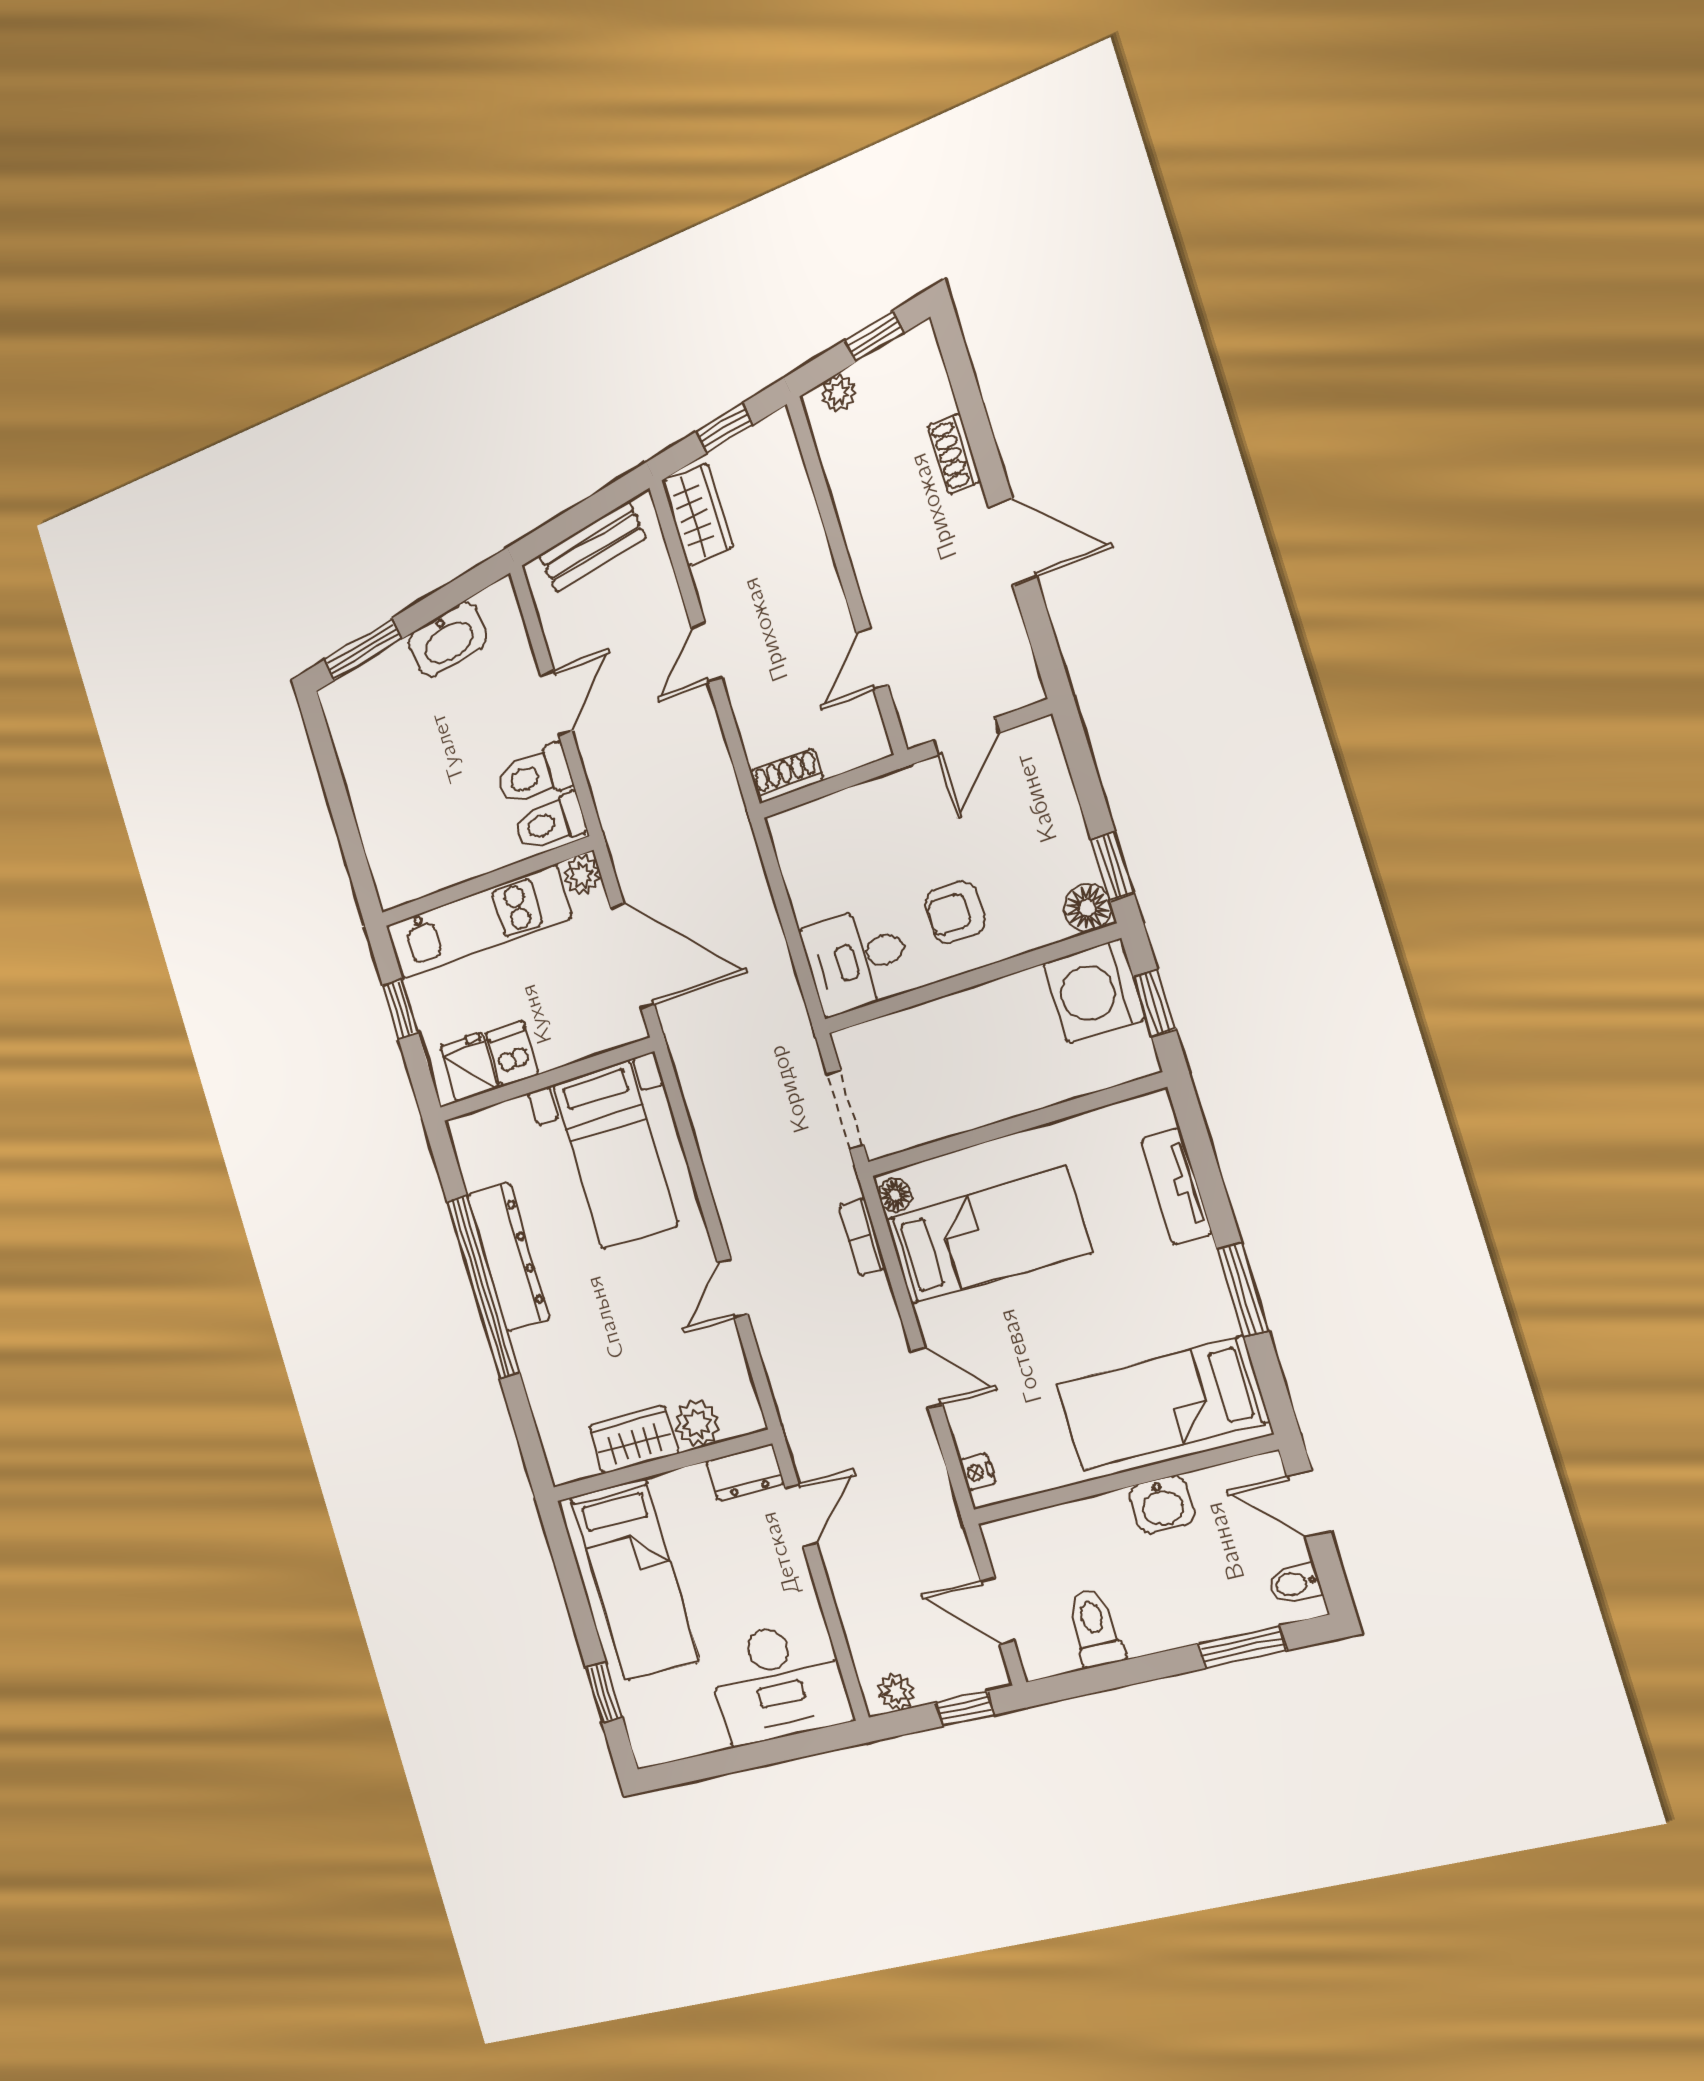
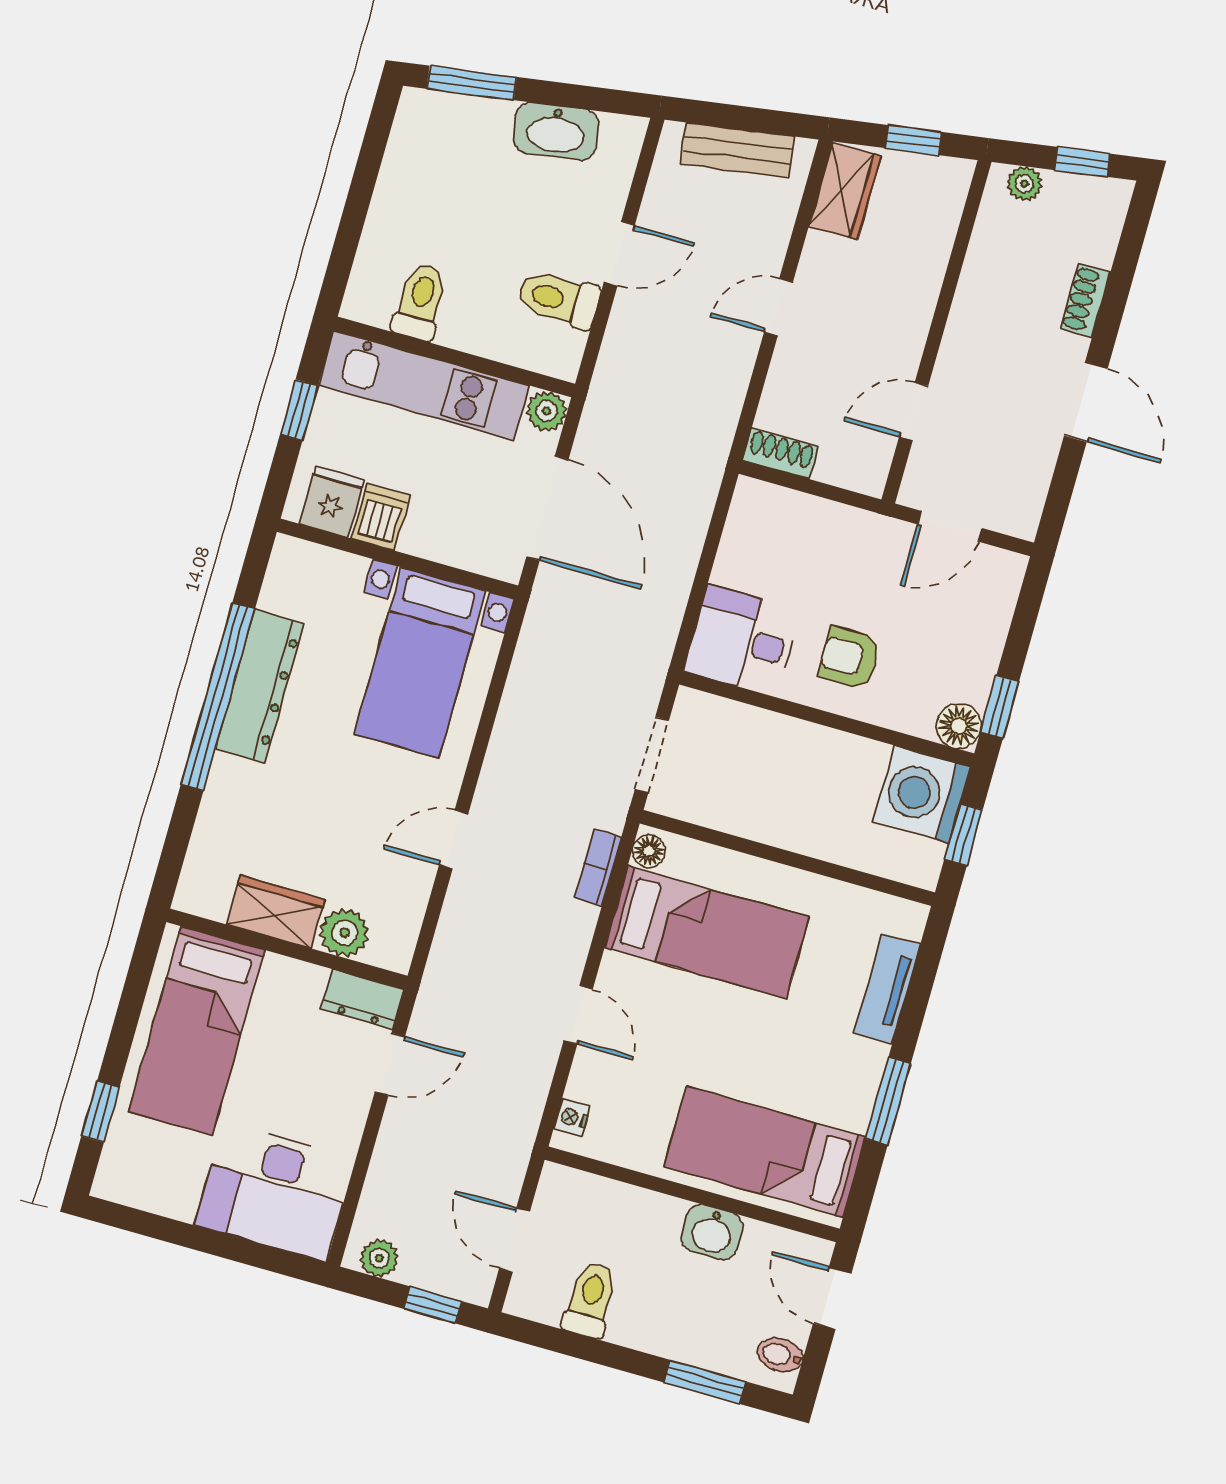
toilet: (550, 822) -> (420, 302), moved, turned 90

